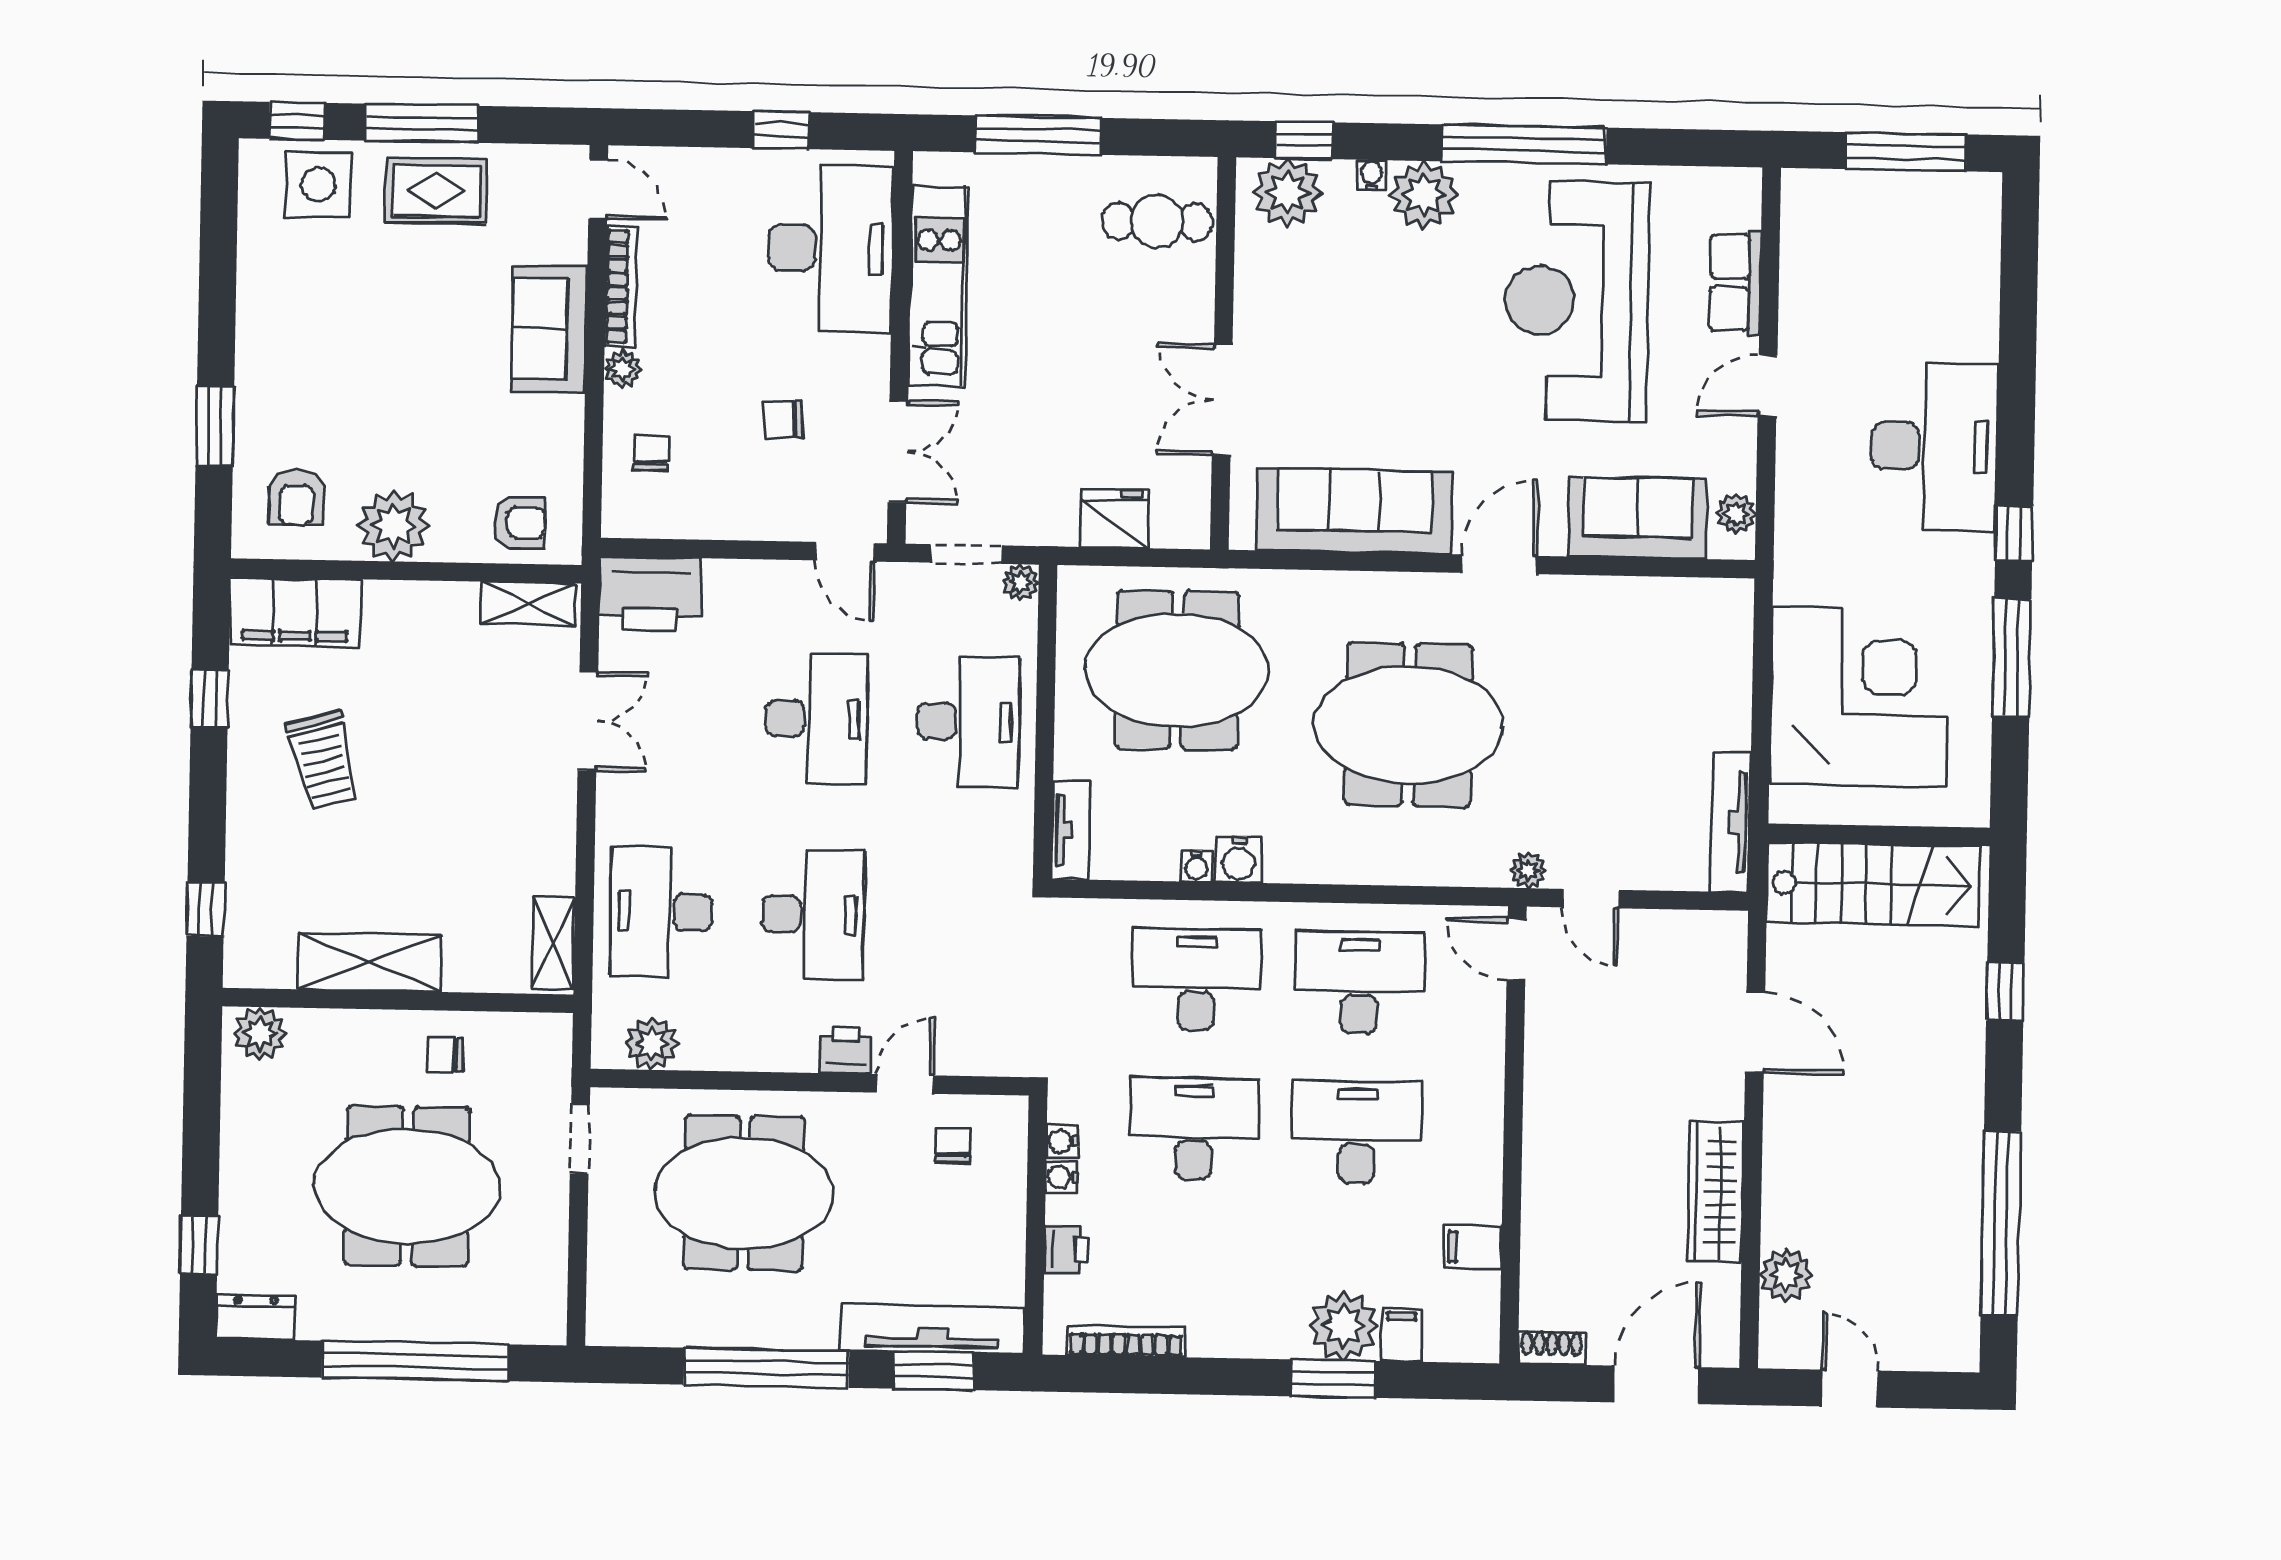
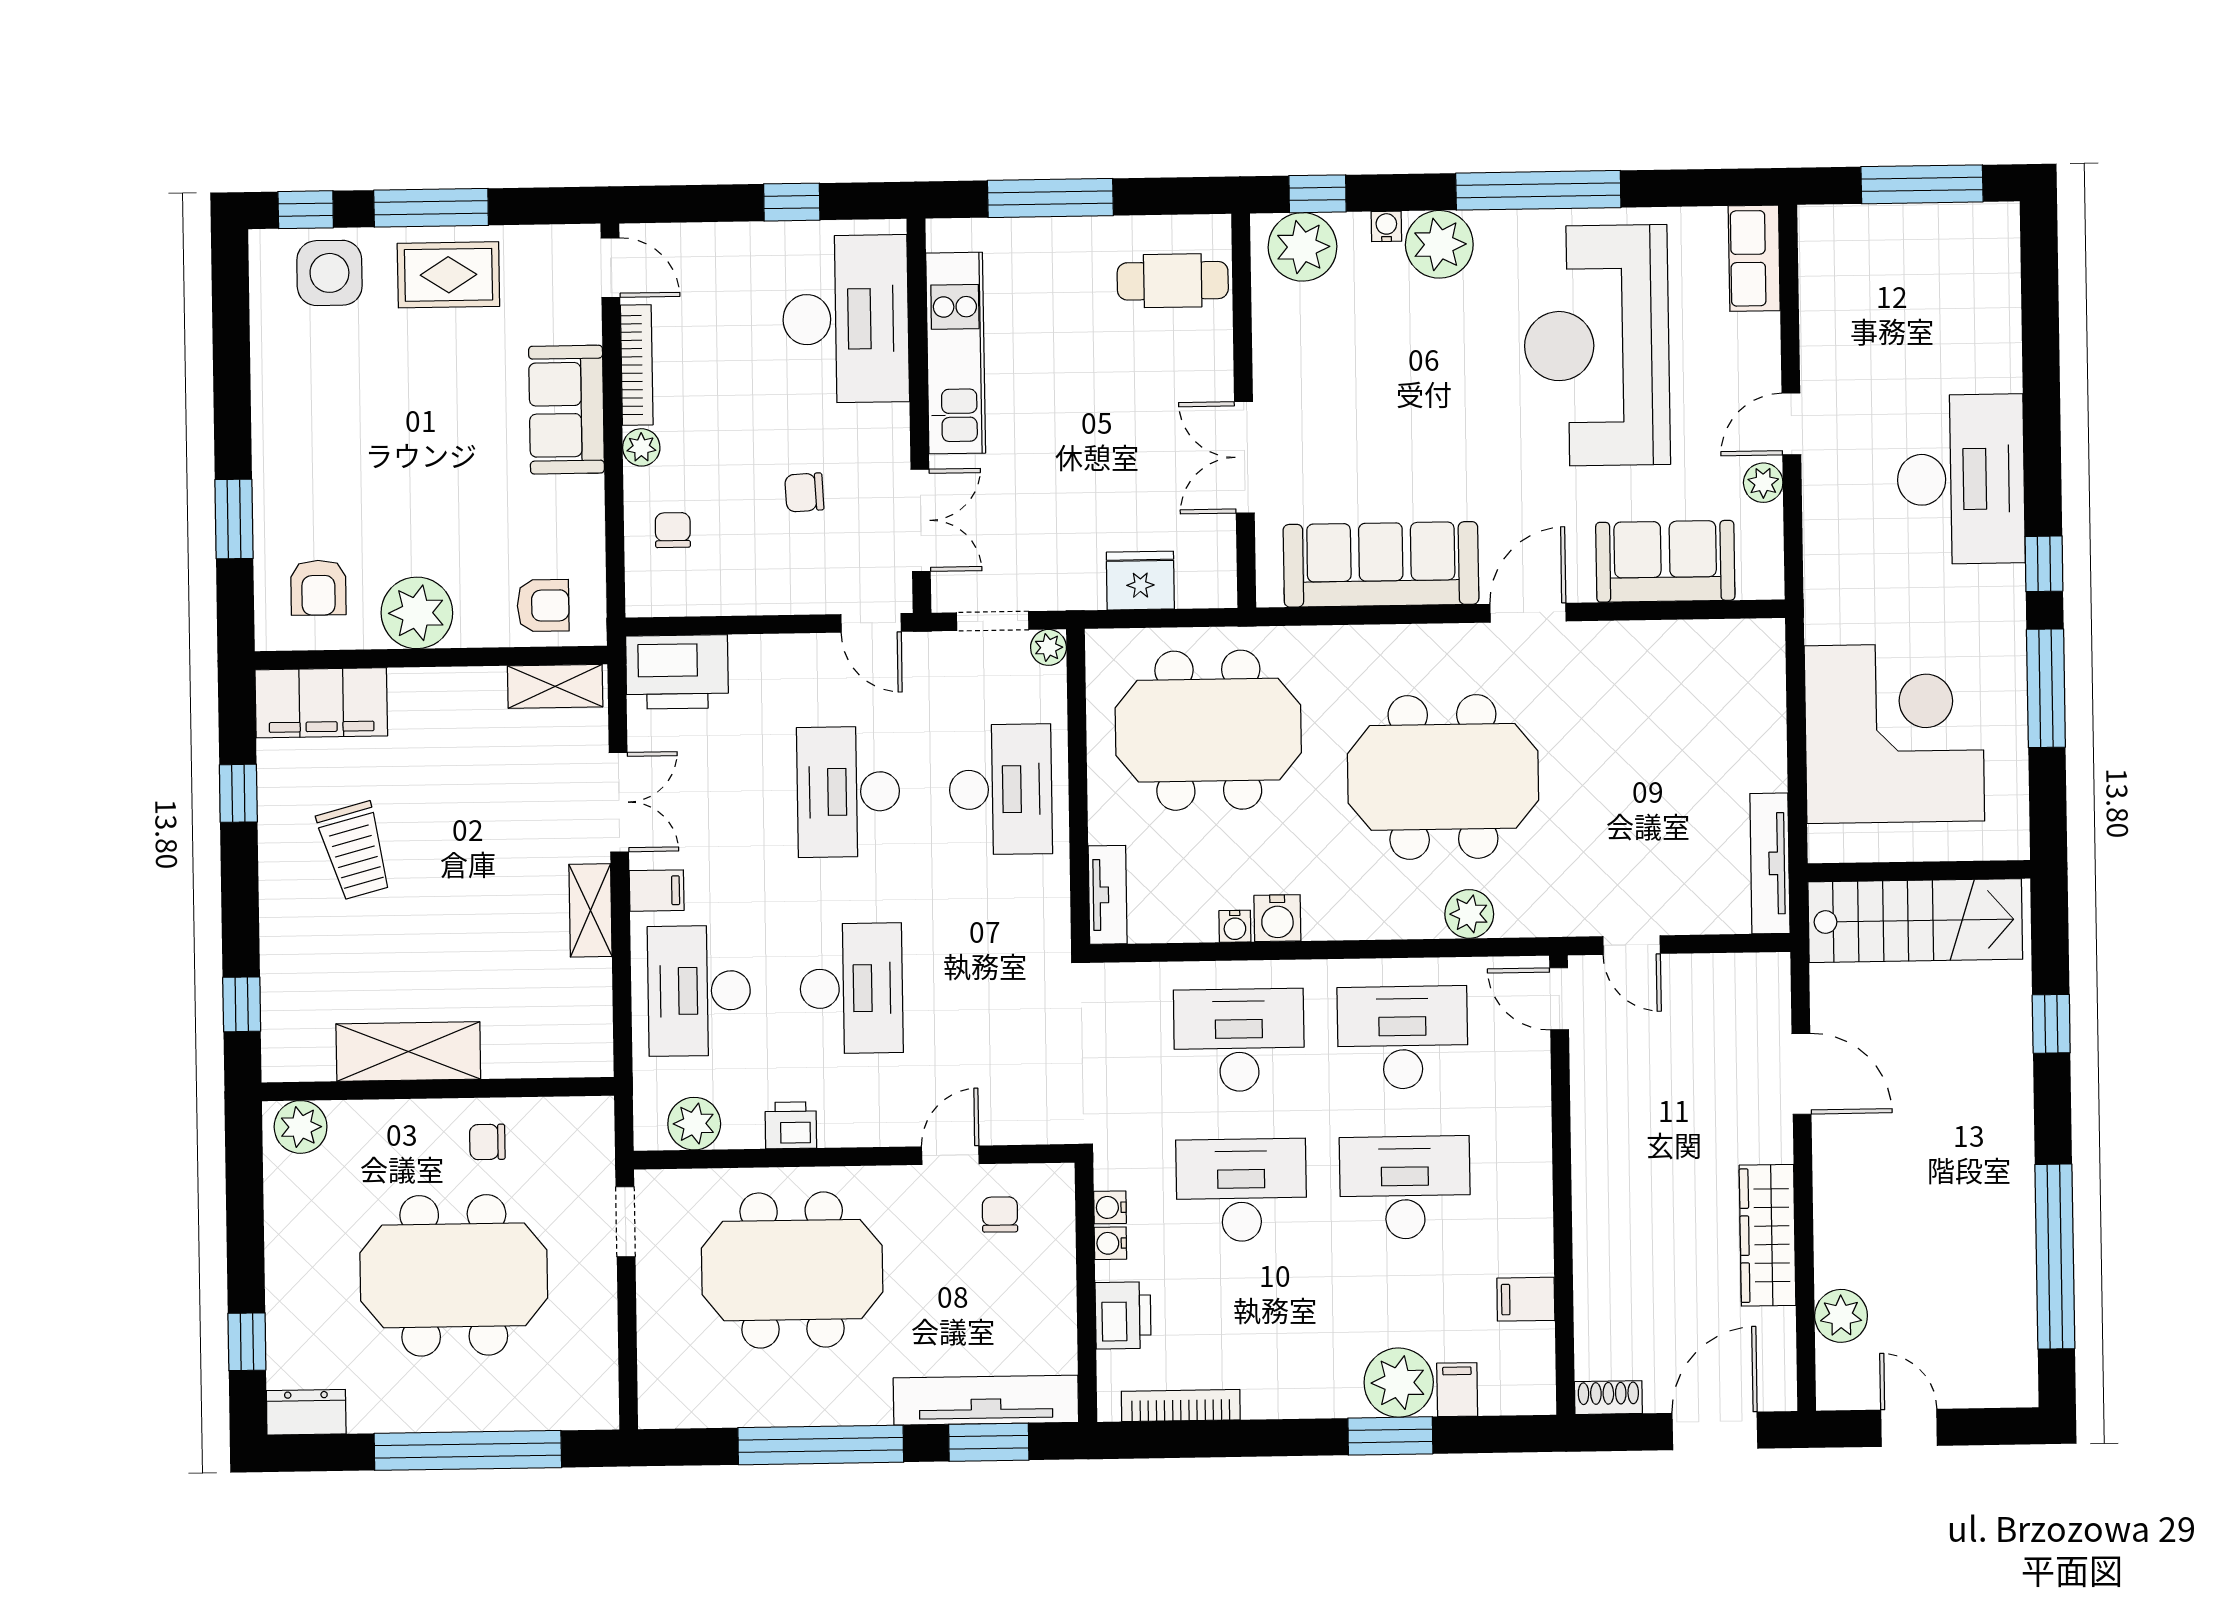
row of seats: (1735, 283) -> (1754, 258), moved
plant: (1736, 514) -> (1763, 483), moved
desk: (817, 719) -> (848, 792), turned 180
filing cabinet: (622, 810) -> (657, 891), added
plant: (1528, 870) -> (1469, 914), moved, width x1.38, depth x1.38
shelving: (554, 943) -> (590, 910), moved
printer: (846, 1051) -> (791, 1125), moved
printer: (1066, 1249) -> (1123, 1315), width x1.36, depth x1.24

